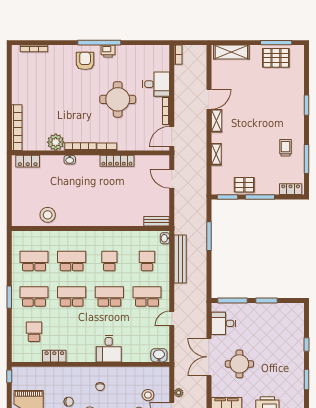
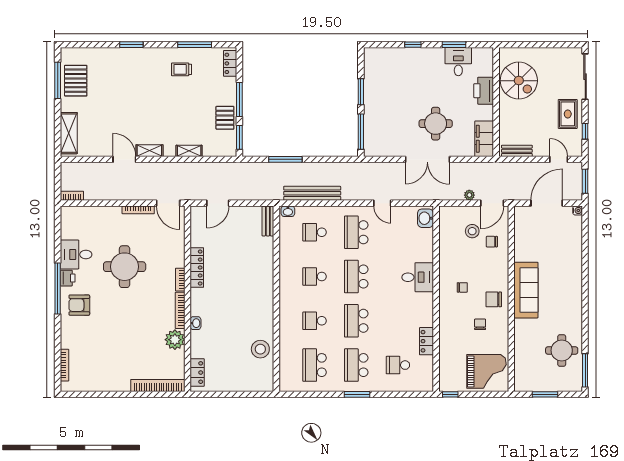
desk: (156, 84) -> (76, 254), moved, turned -90
school desk: (72, 261) -> (315, 321), width x0.54
desk: (223, 323) -> (458, 62), moved, turned 180

